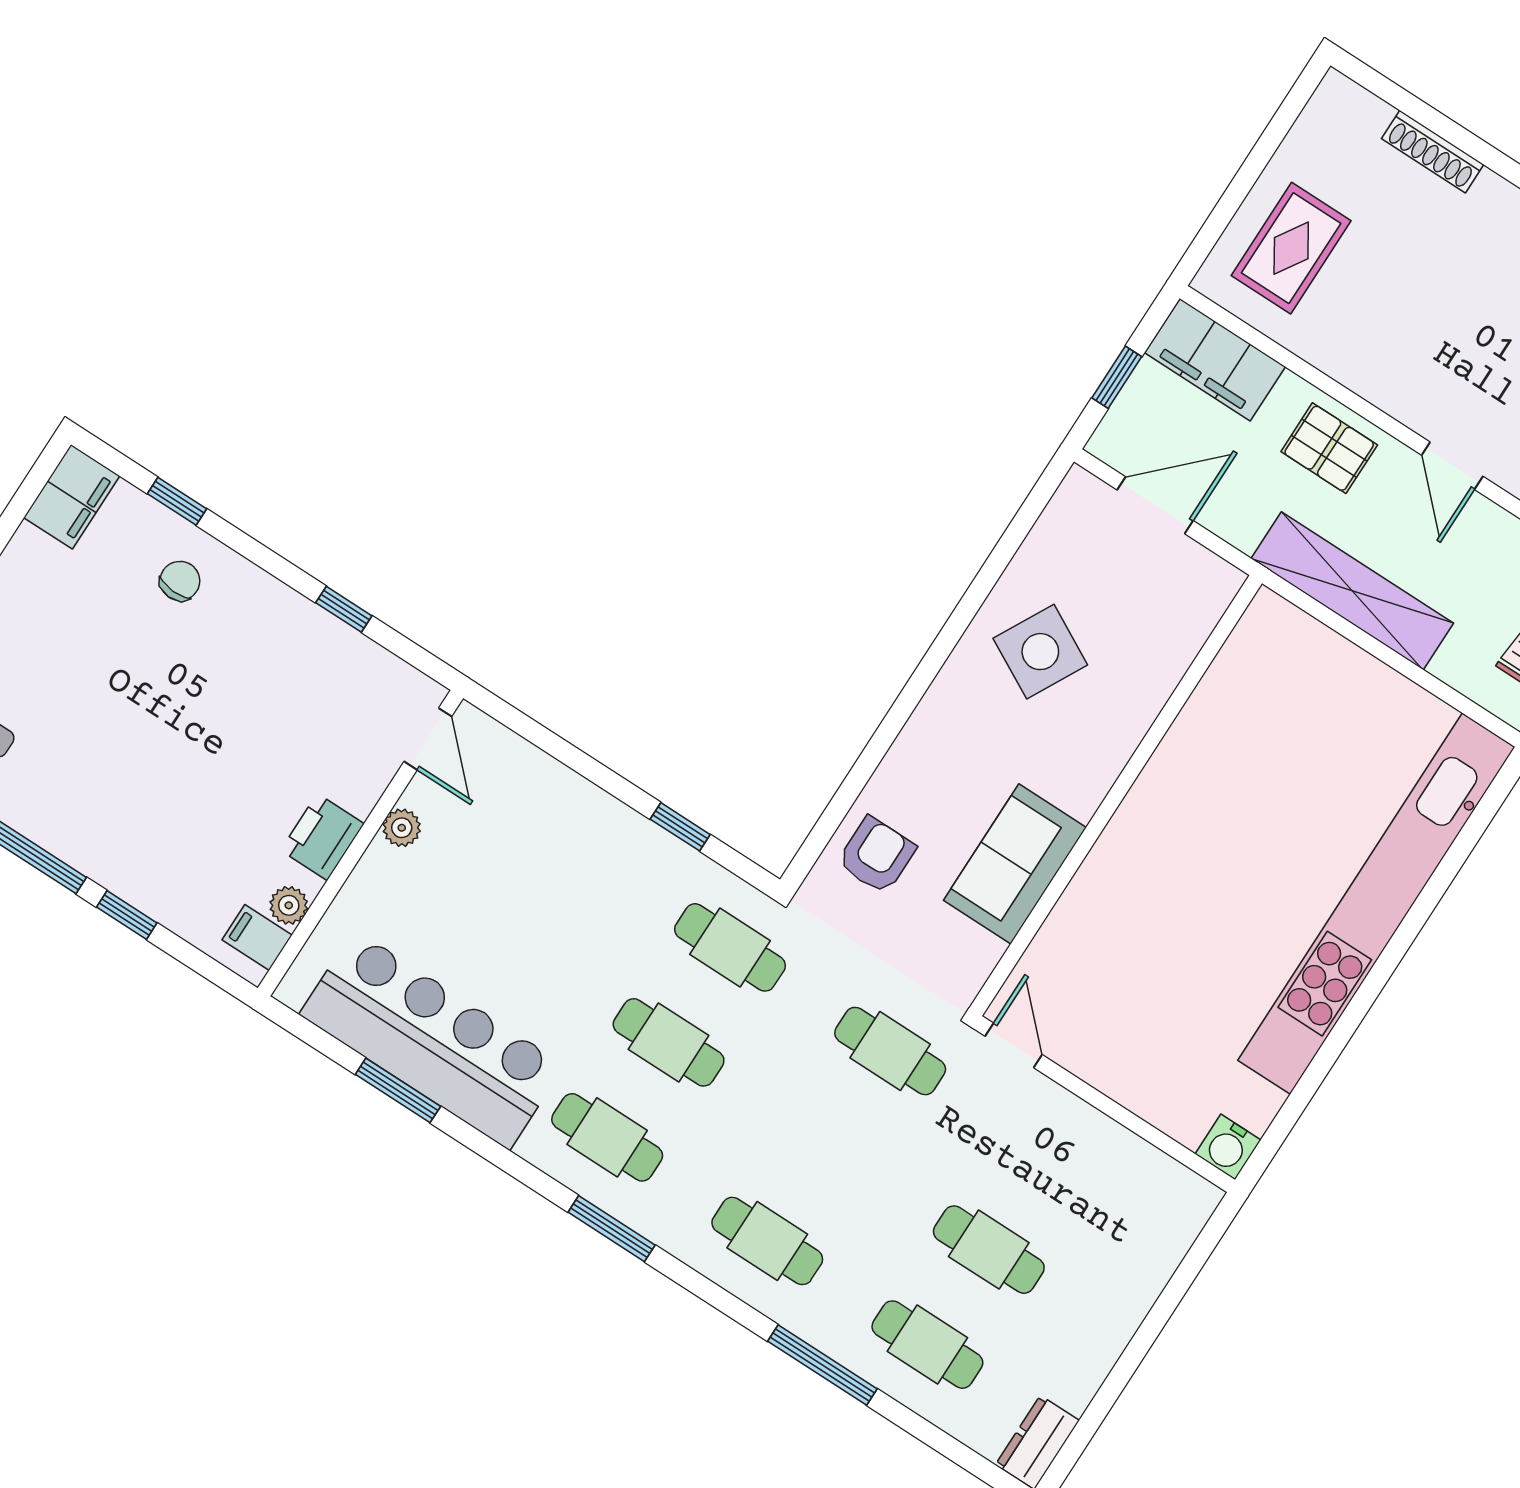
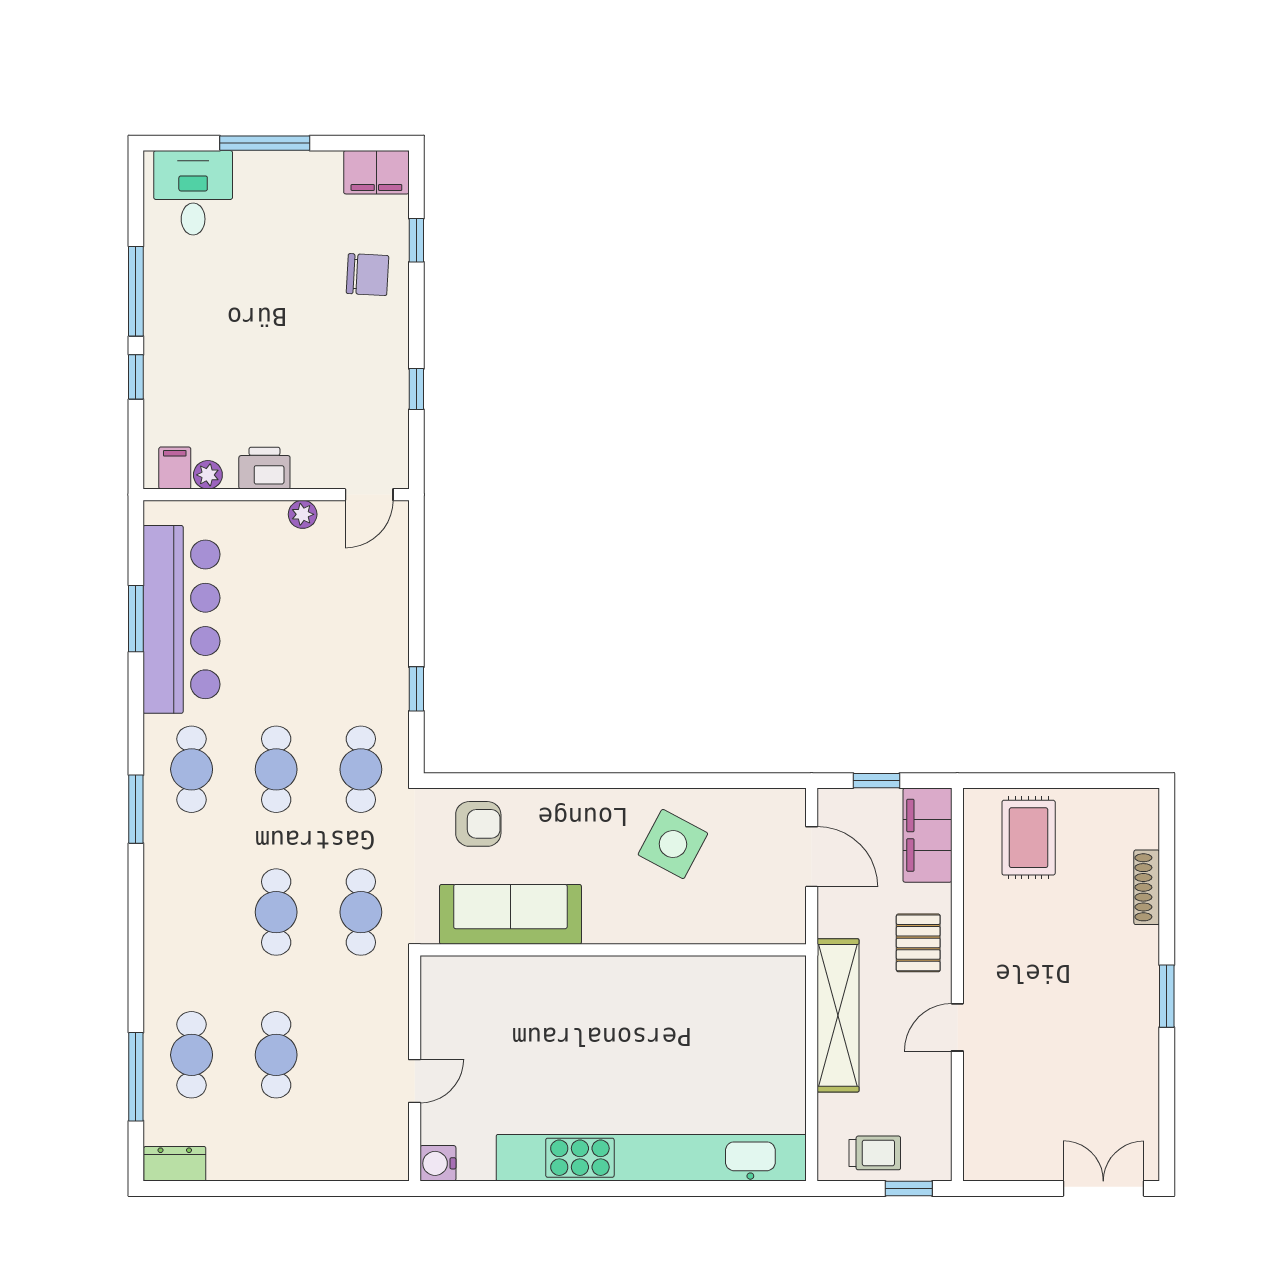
rug: (1291, 248) -> (1029, 838), turned 90
chair: (180, 581) -> (368, 275), width x1.37, depth x1.37
sofa: (1015, 864) -> (510, 914), width x1.36
door: (1014, 1045) -> (415, 1081), moved
cafe table: (767, 1241) -> (276, 912), moved
window: (822, 1365) -> (136, 1077), moved

